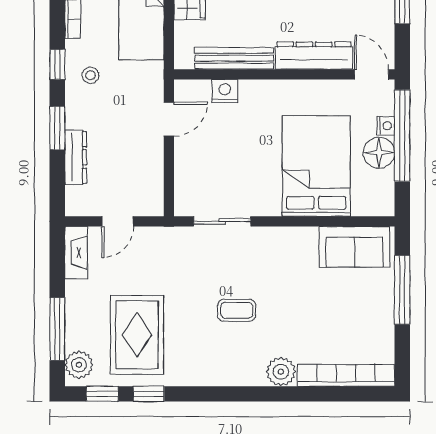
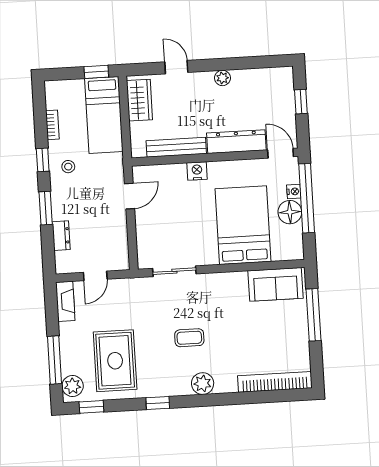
nightstand: (225, 91) -> (197, 171), moved
dresser: (76, 157) -> (61, 236), width x0.70
plant: (281, 372) -> (203, 384), moved
window: (149, 394) -> (158, 403), moved

